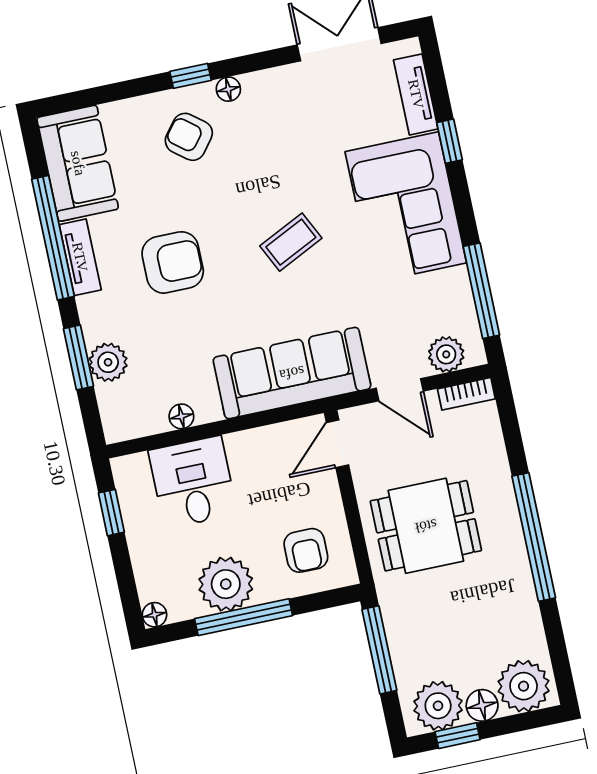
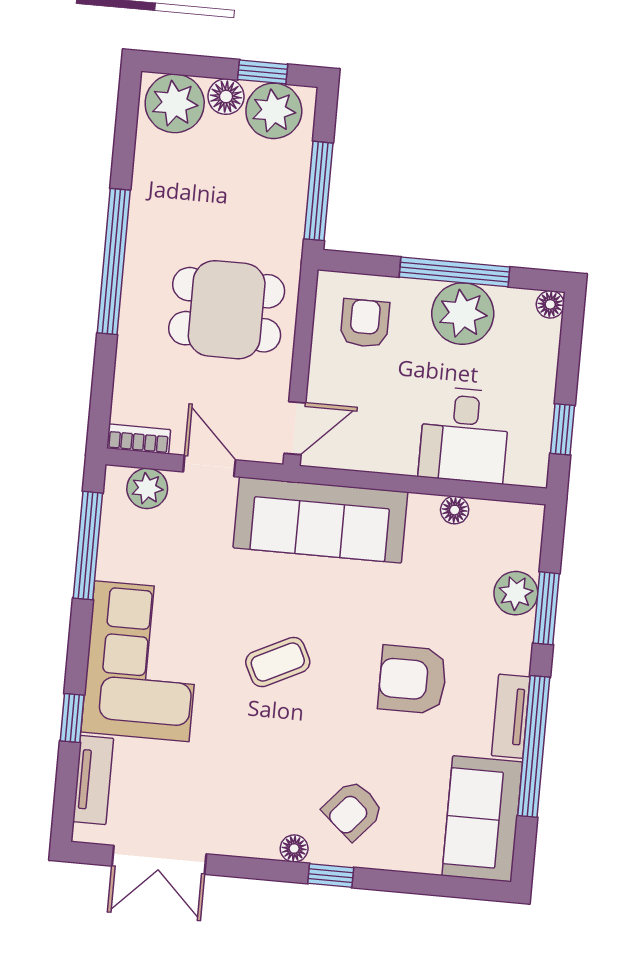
armchair: (189, 137) -> (353, 810), turned 93

